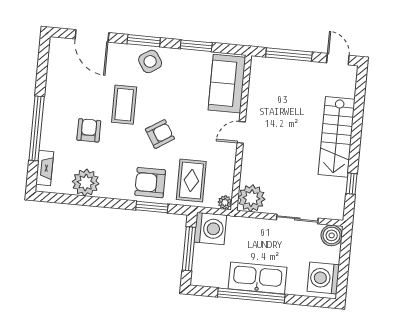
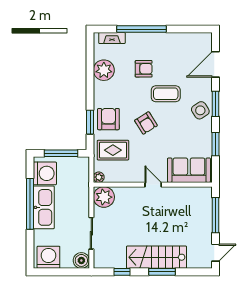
window: (356, 131) -> (162, 272), added
washing machine: (210, 229) -> (45, 173), moved, turned -90

